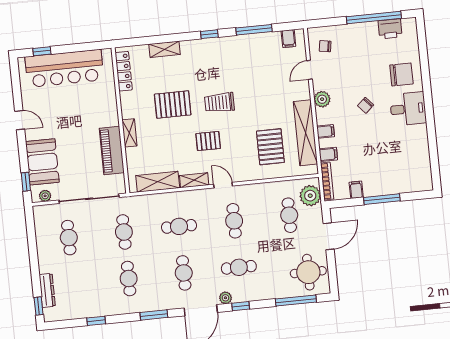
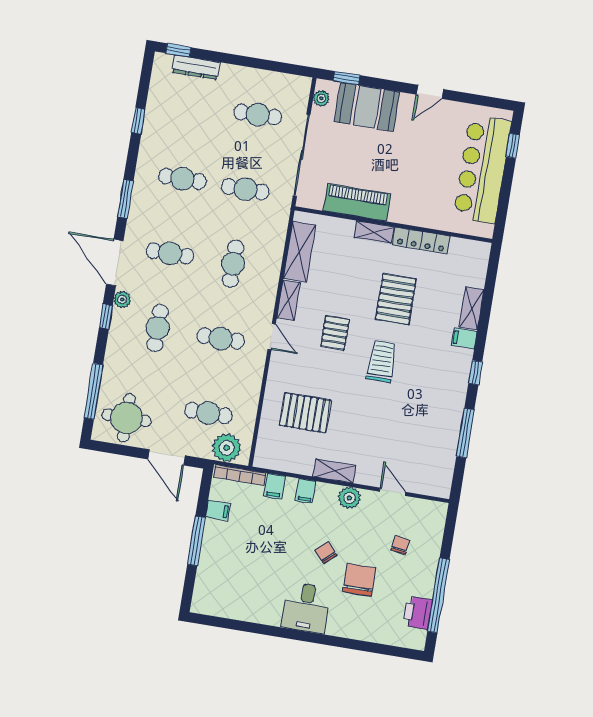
filing cabinet: (288, 39) -> (464, 338), moved
chair: (325, 46) -> (400, 545), moved
locker: (124, 71) -> (421, 240), moved
chair: (401, 74) -> (359, 580), moved, turned 180
shelving: (306, 133) -> (334, 471), width x0.45, depth x0.75
door: (223, 185) -> (272, 337), hinge flipped

